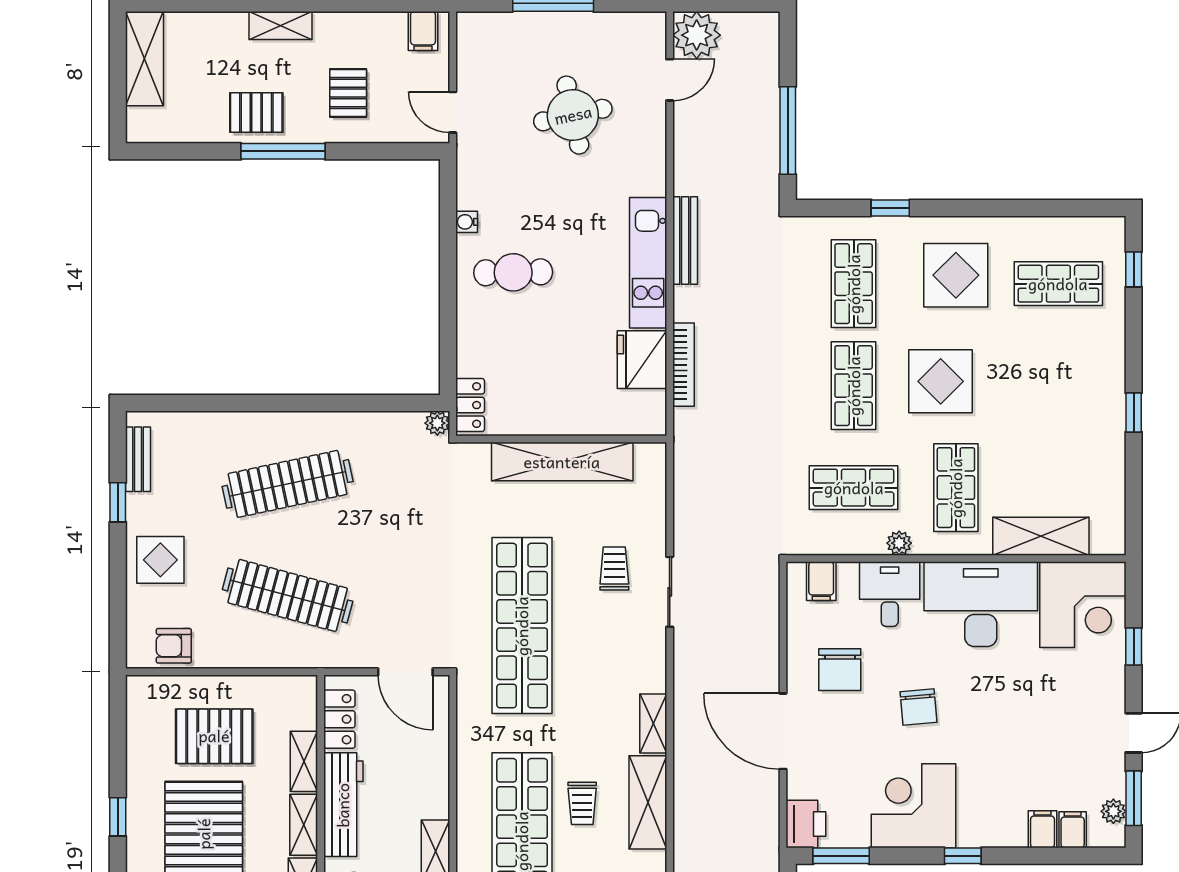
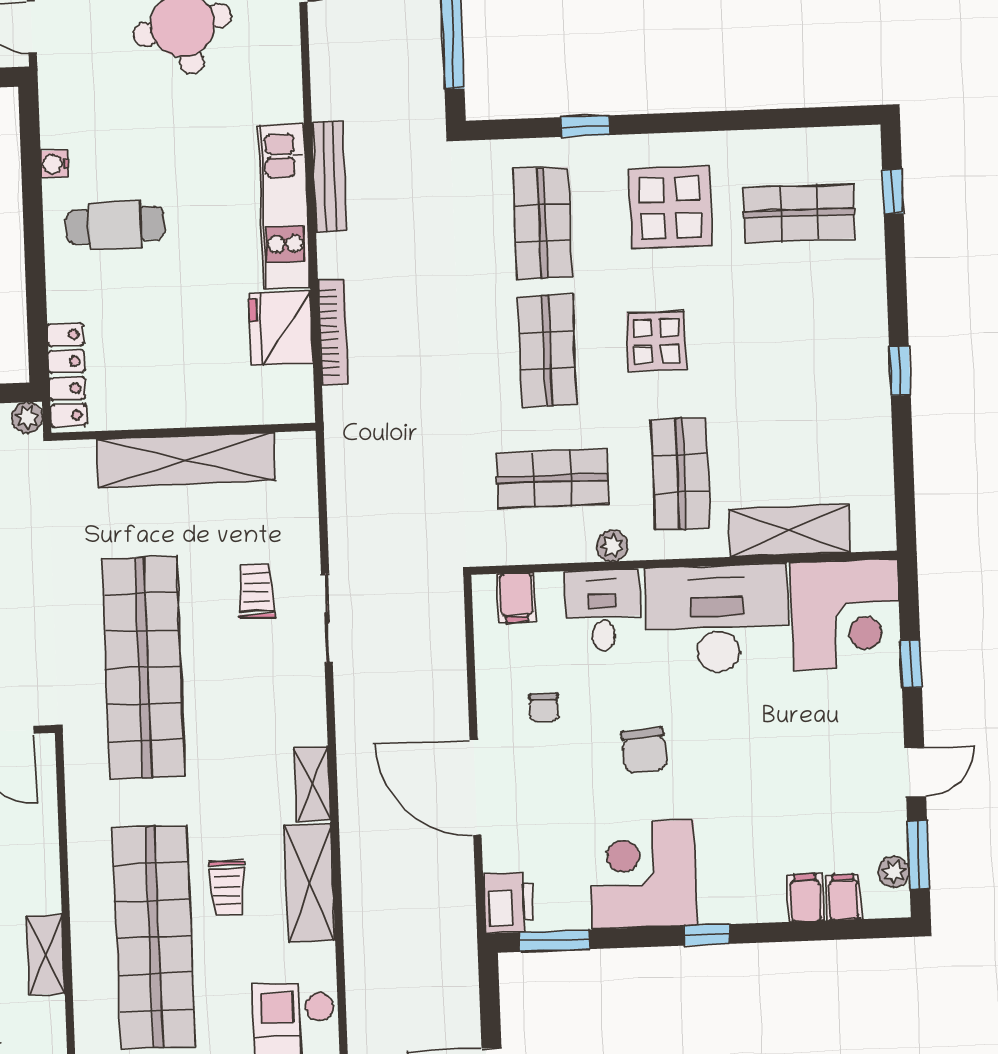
display table: (941, 381) -> (656, 341), width x0.73, depth x0.73
locker: (470, 405) -> (67, 375), width x1.53
chair: (840, 670) -> (544, 707), width x0.54, depth x0.54

